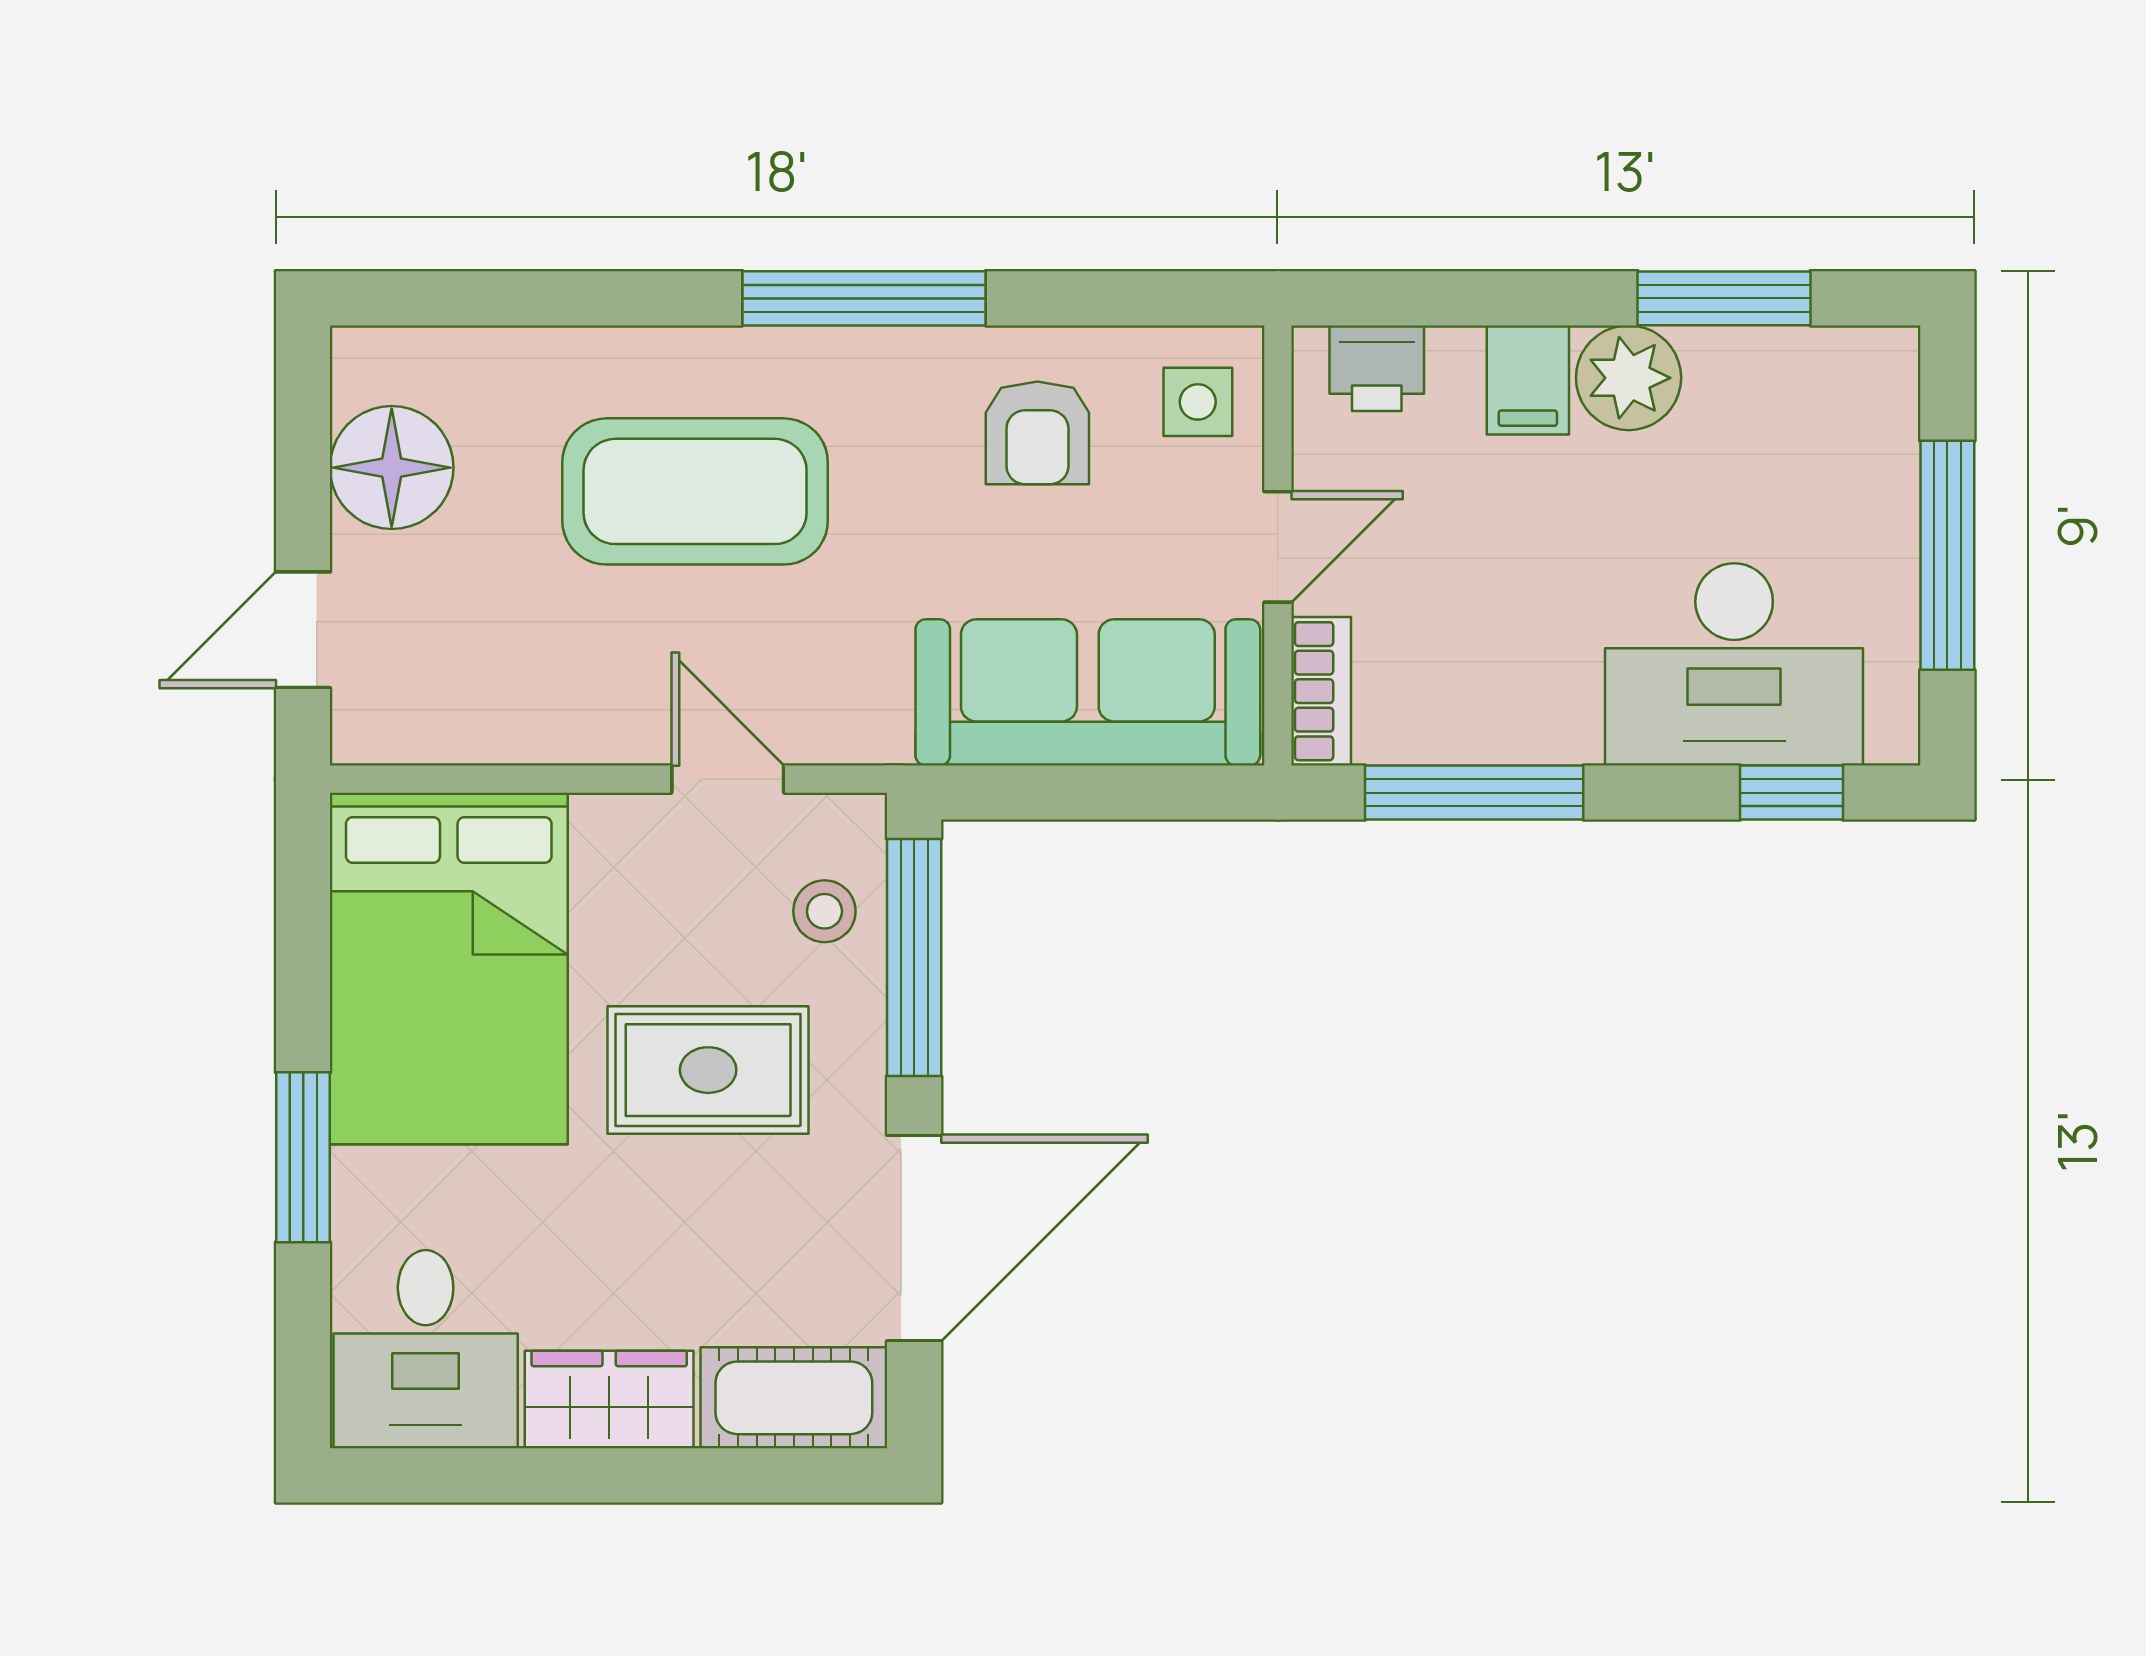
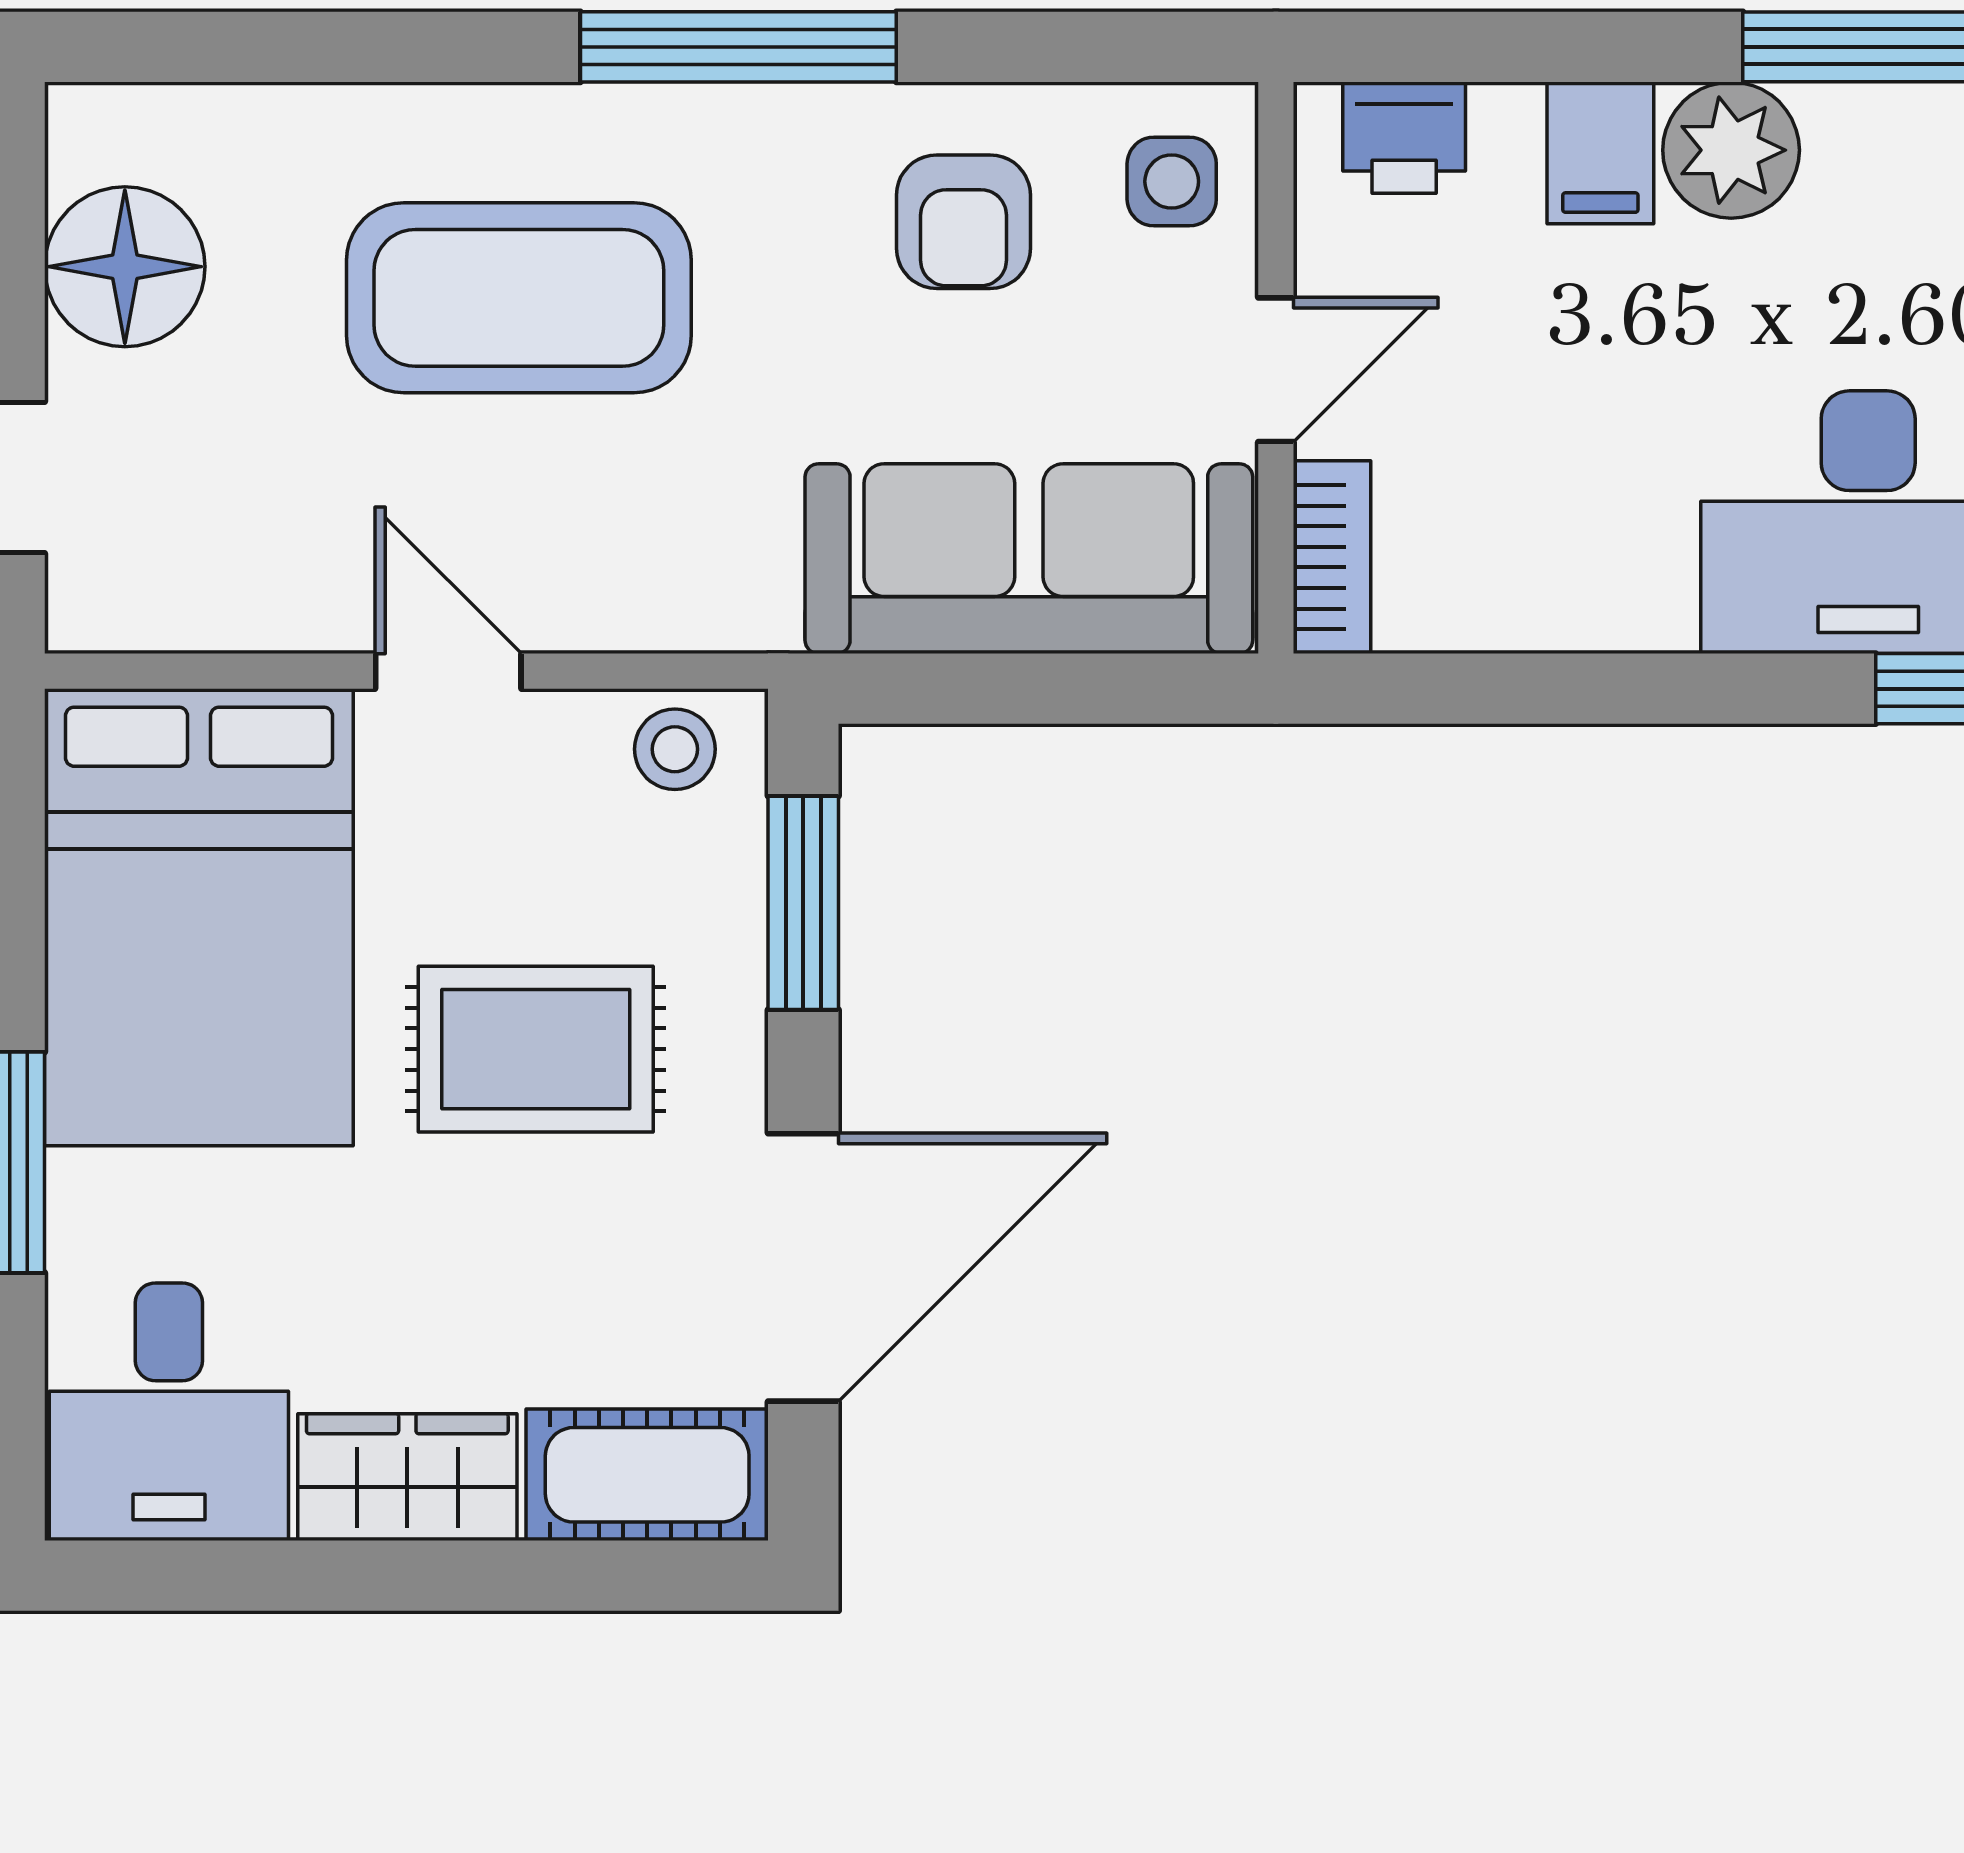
door: (728, 779) -> (448, 671), moved
window: (1474, 793) -> (1531, 689), removed
stool: (824, 911) -> (675, 749), moved
window: (914, 957) -> (803, 903), width x0.69

